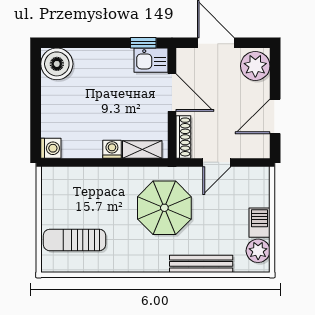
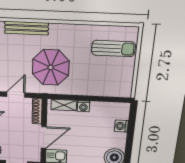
door: (172, 93) -> (44, 138), swing flipped
washing machine: (51, 148) -> (121, 126), moved

